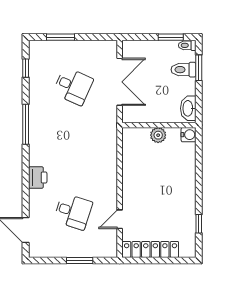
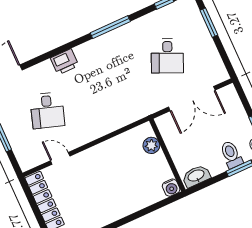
plant: (158, 135) -> (151, 145), moved

